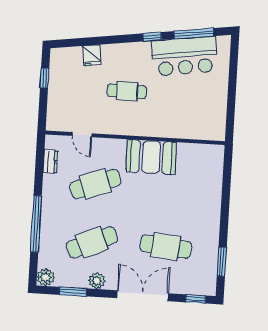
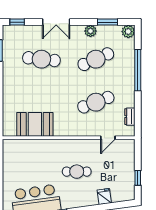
door: (82, 135) -> (108, 138), swing flipped
booth: (151, 157) -> (35, 124), moved
double door: (143, 296) -> (56, 22), width x0.73

